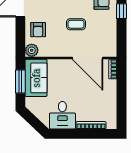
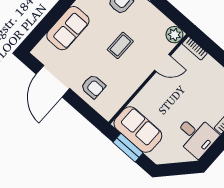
plant: (32, 50) -> (174, 35), moved
door: (88, 58) -> (163, 63), width x0.53

